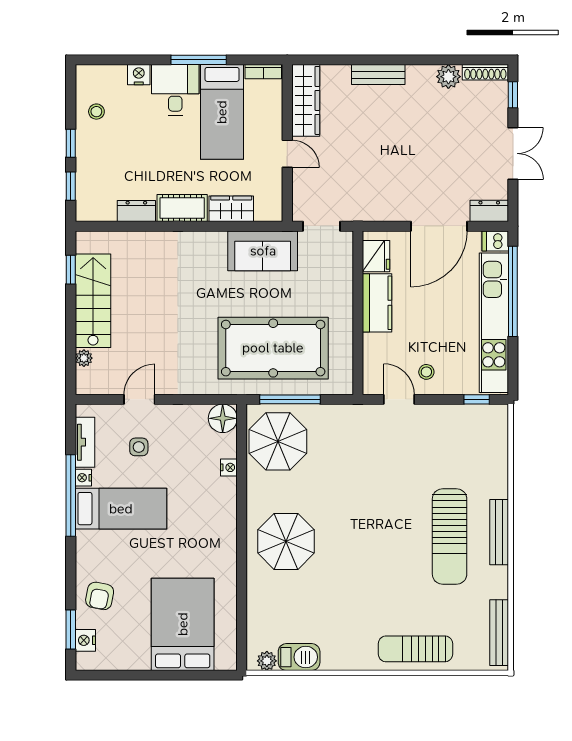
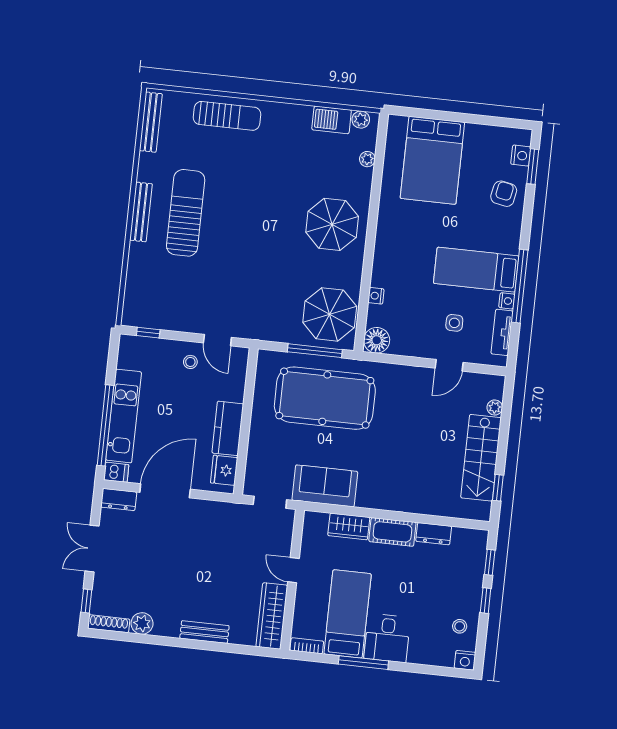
nightstand: (139, 75) -> (465, 660), moved
kitchen unit: (494, 323) -> (124, 416), width x0.73
plant: (255, 618) -> (367, 159), added

